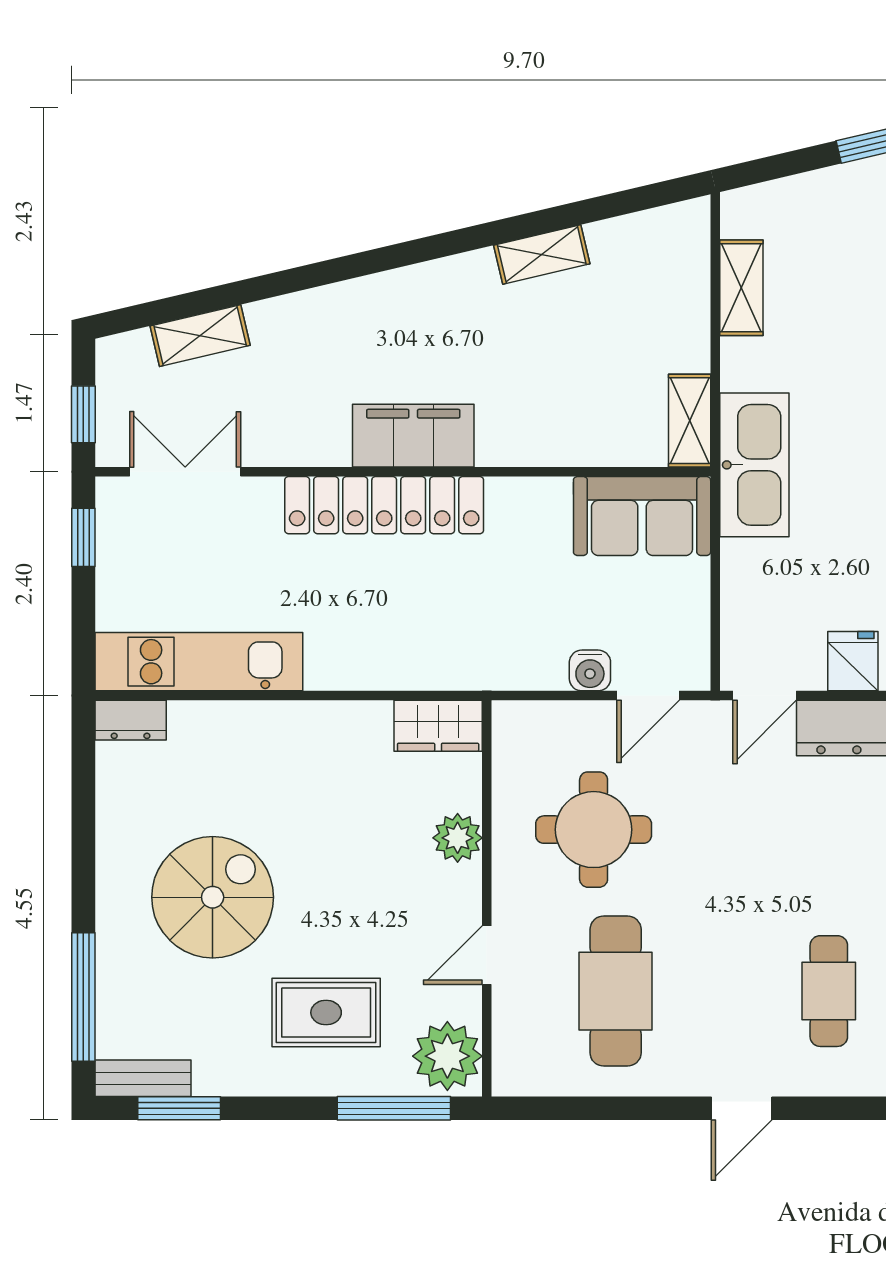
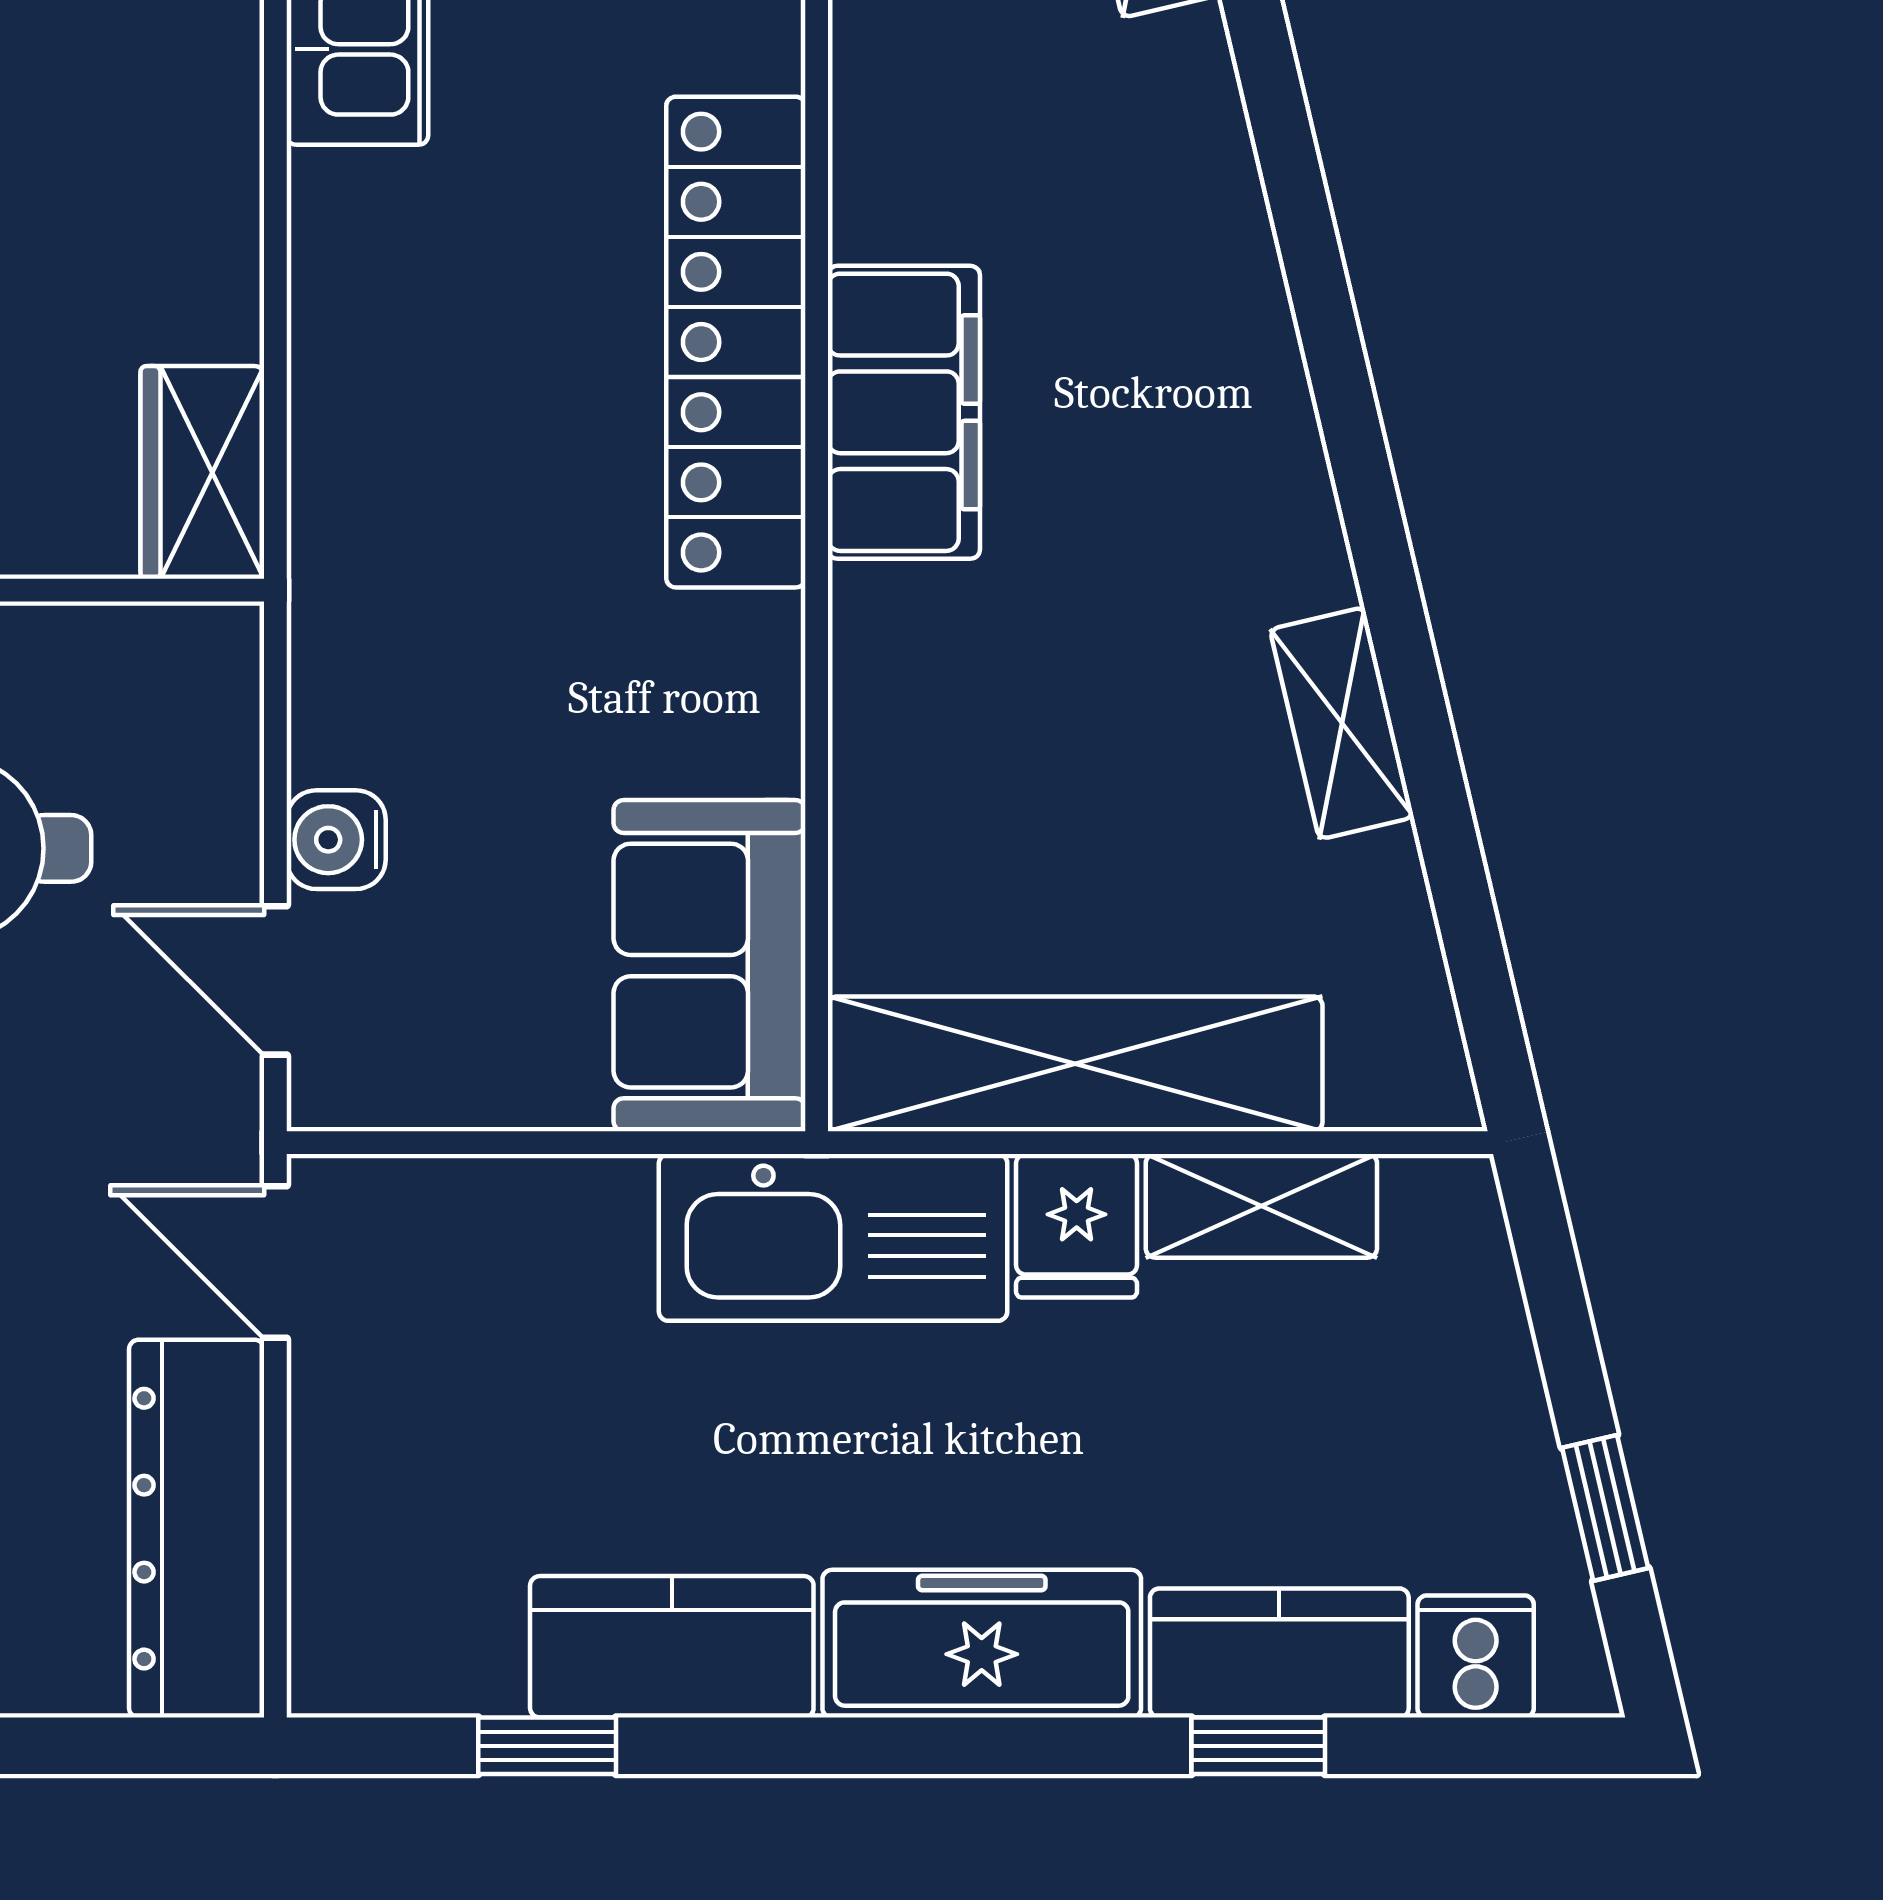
shelving: (690, 421) -> (1075, 1064), width x2.20, depth x1.33
fridge: (853, 661) -> (1077, 1226), moved, turned 90

